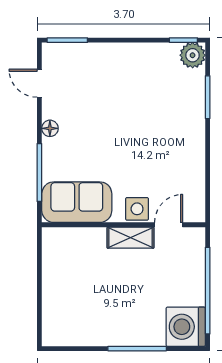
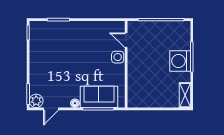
plant: (193, 55) -> (36, 101), moved
sofa: (77, 202) -> (99, 97), moved, turned 90
shelving: (131, 238) -> (185, 95), moved
washing machine: (186, 327) -> (180, 61), moved, turned 90

